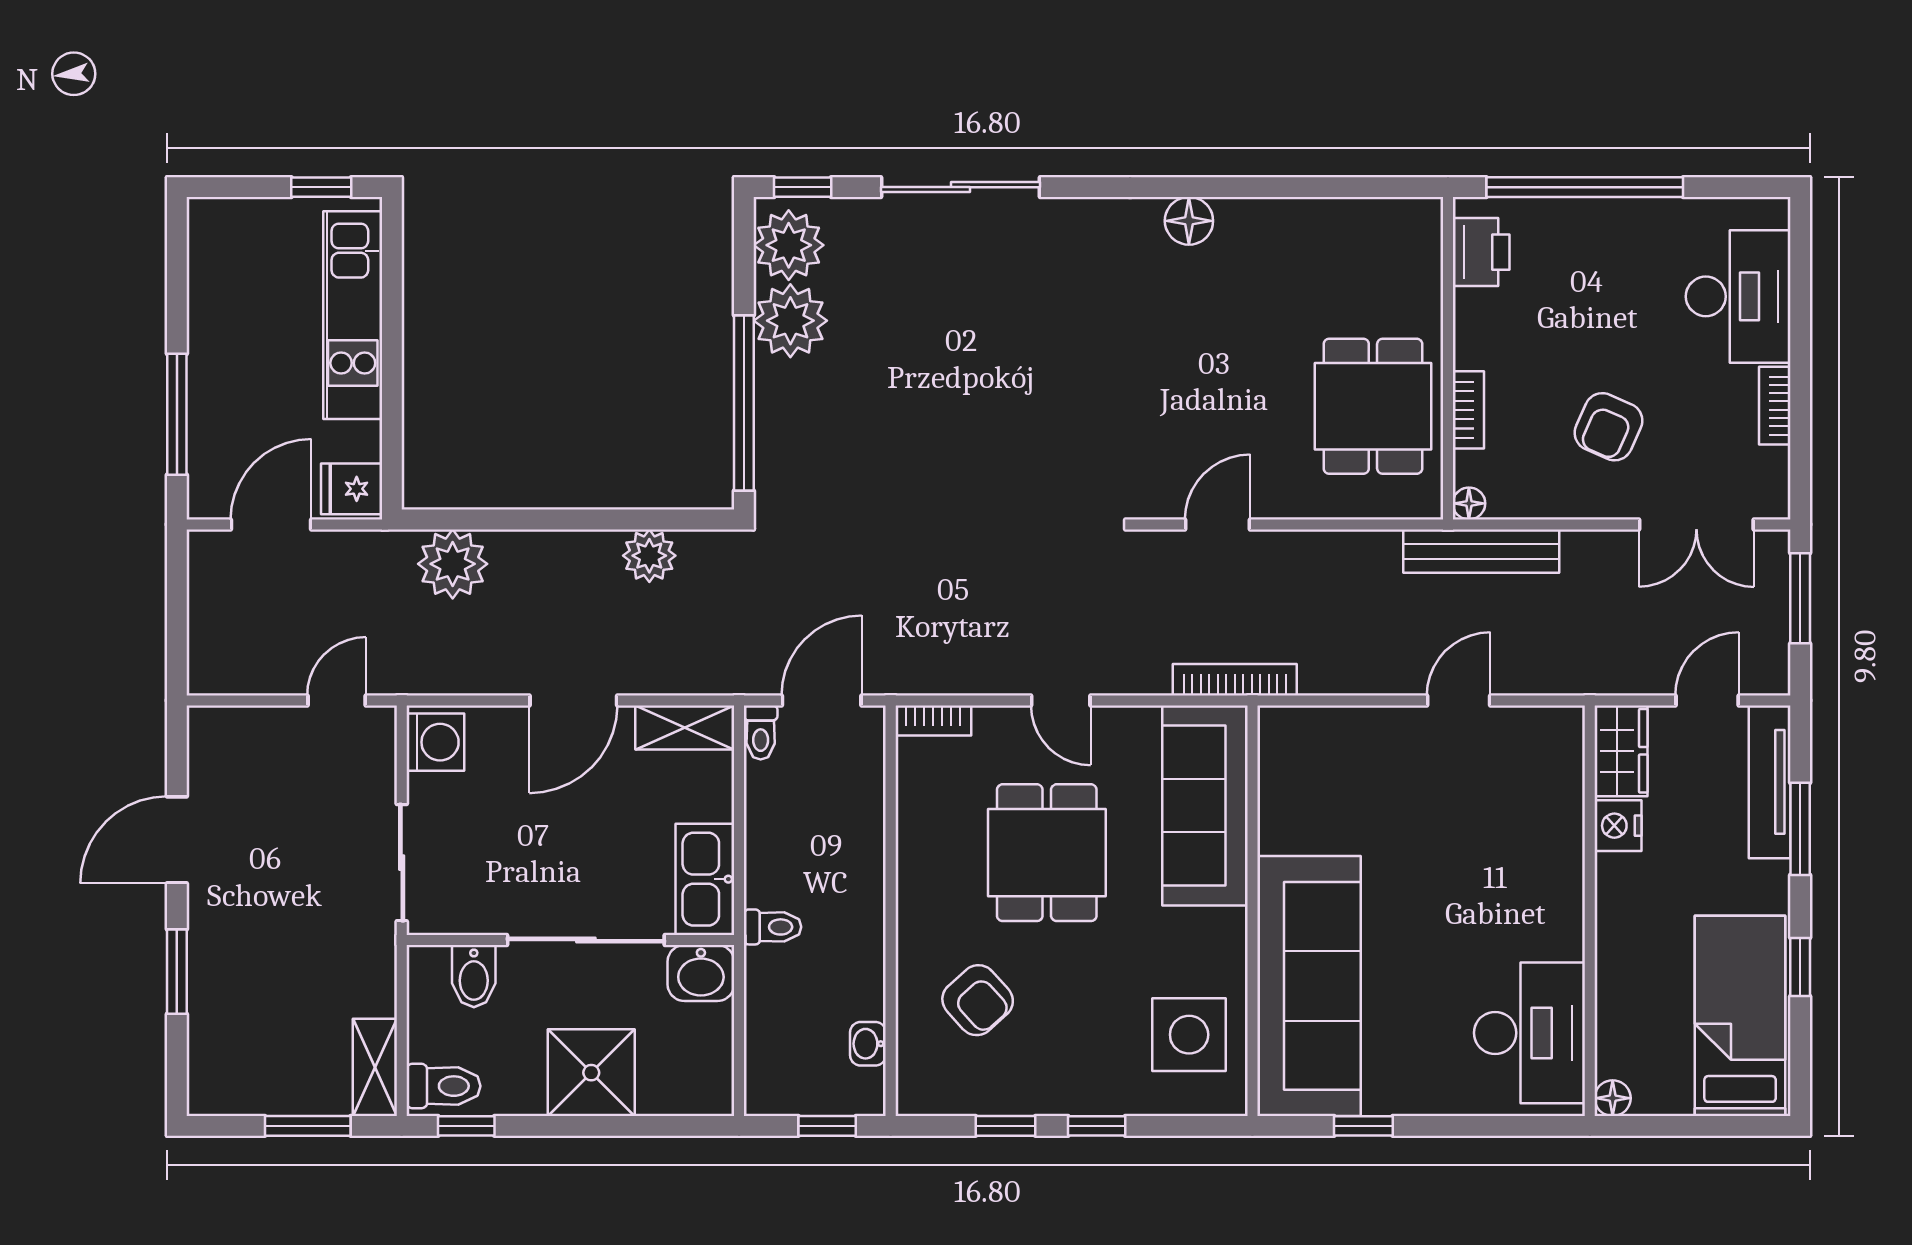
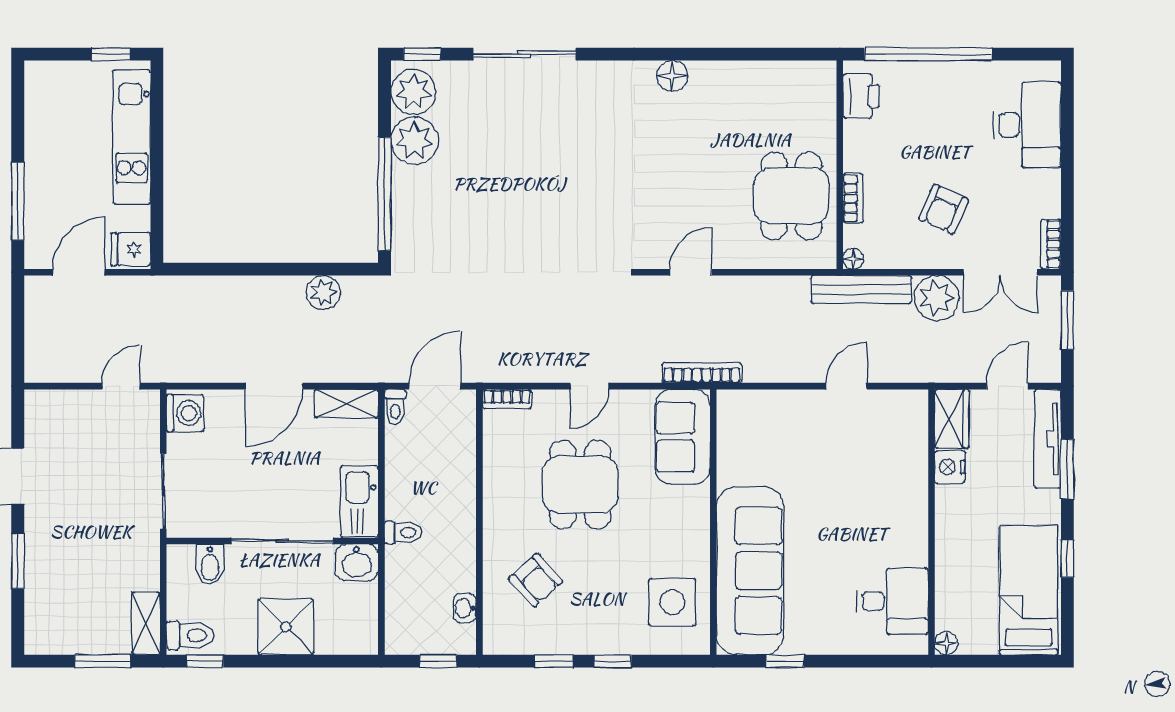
bookcase: (1775, 406) -> (1051, 244), moved
plant: (453, 564) -> (937, 298), moved
door: (1061, 700) -> (589, 386), hinge flipped
sofa: (1205, 805) -> (683, 437), width x0.73
desk: (1529, 1033) -> (892, 601), width x0.73

